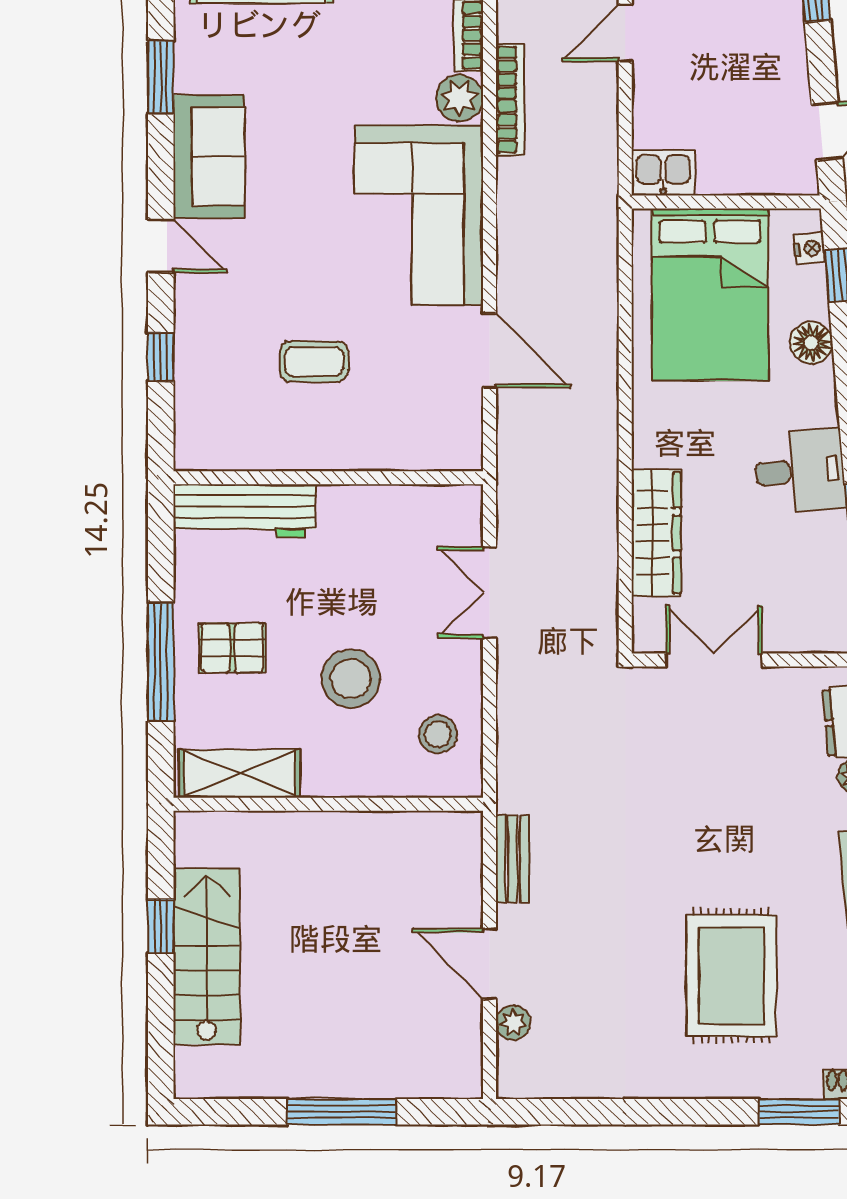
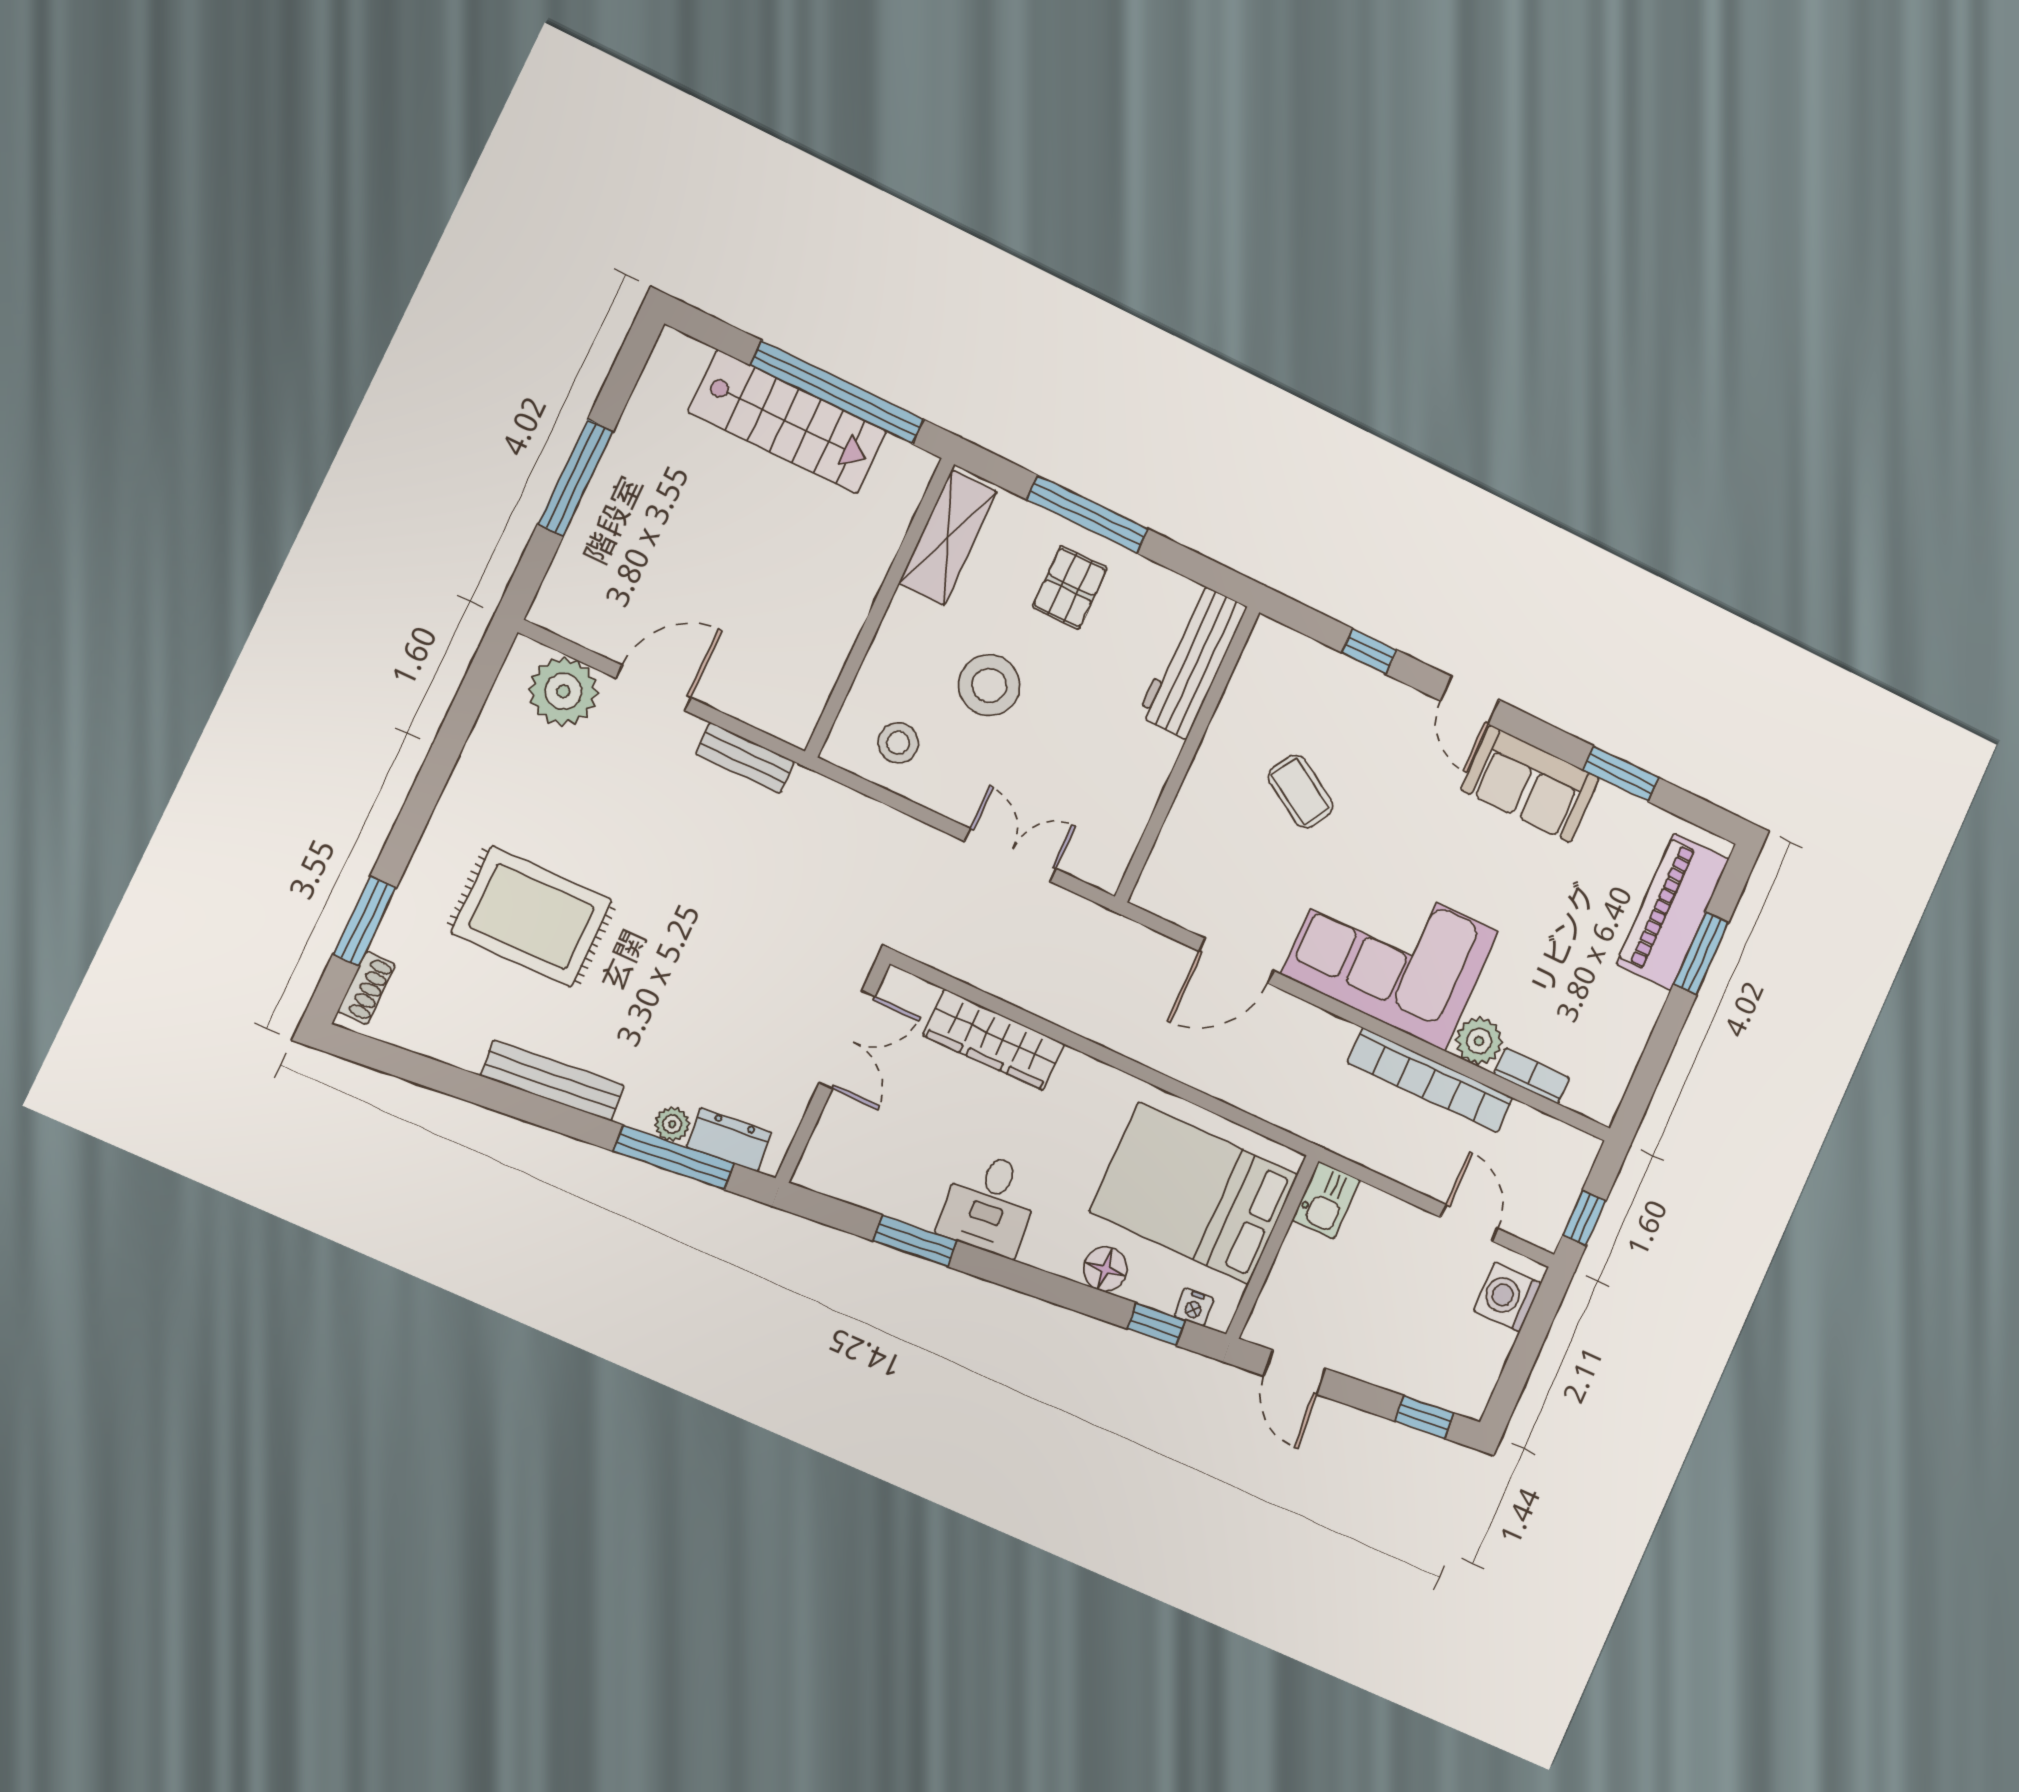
bookcase: (510, 100) -> (1430, 1080), width x1.48, depth x1.31
door: (161, 246) -> (1470, 700), hinge flipped
coffee table: (314, 362) -> (1301, 792), turned -59
window: (161, 926) -> (837, 392), width x3.17
plant: (513, 1023) -> (563, 691), width x1.87, depth x1.87

